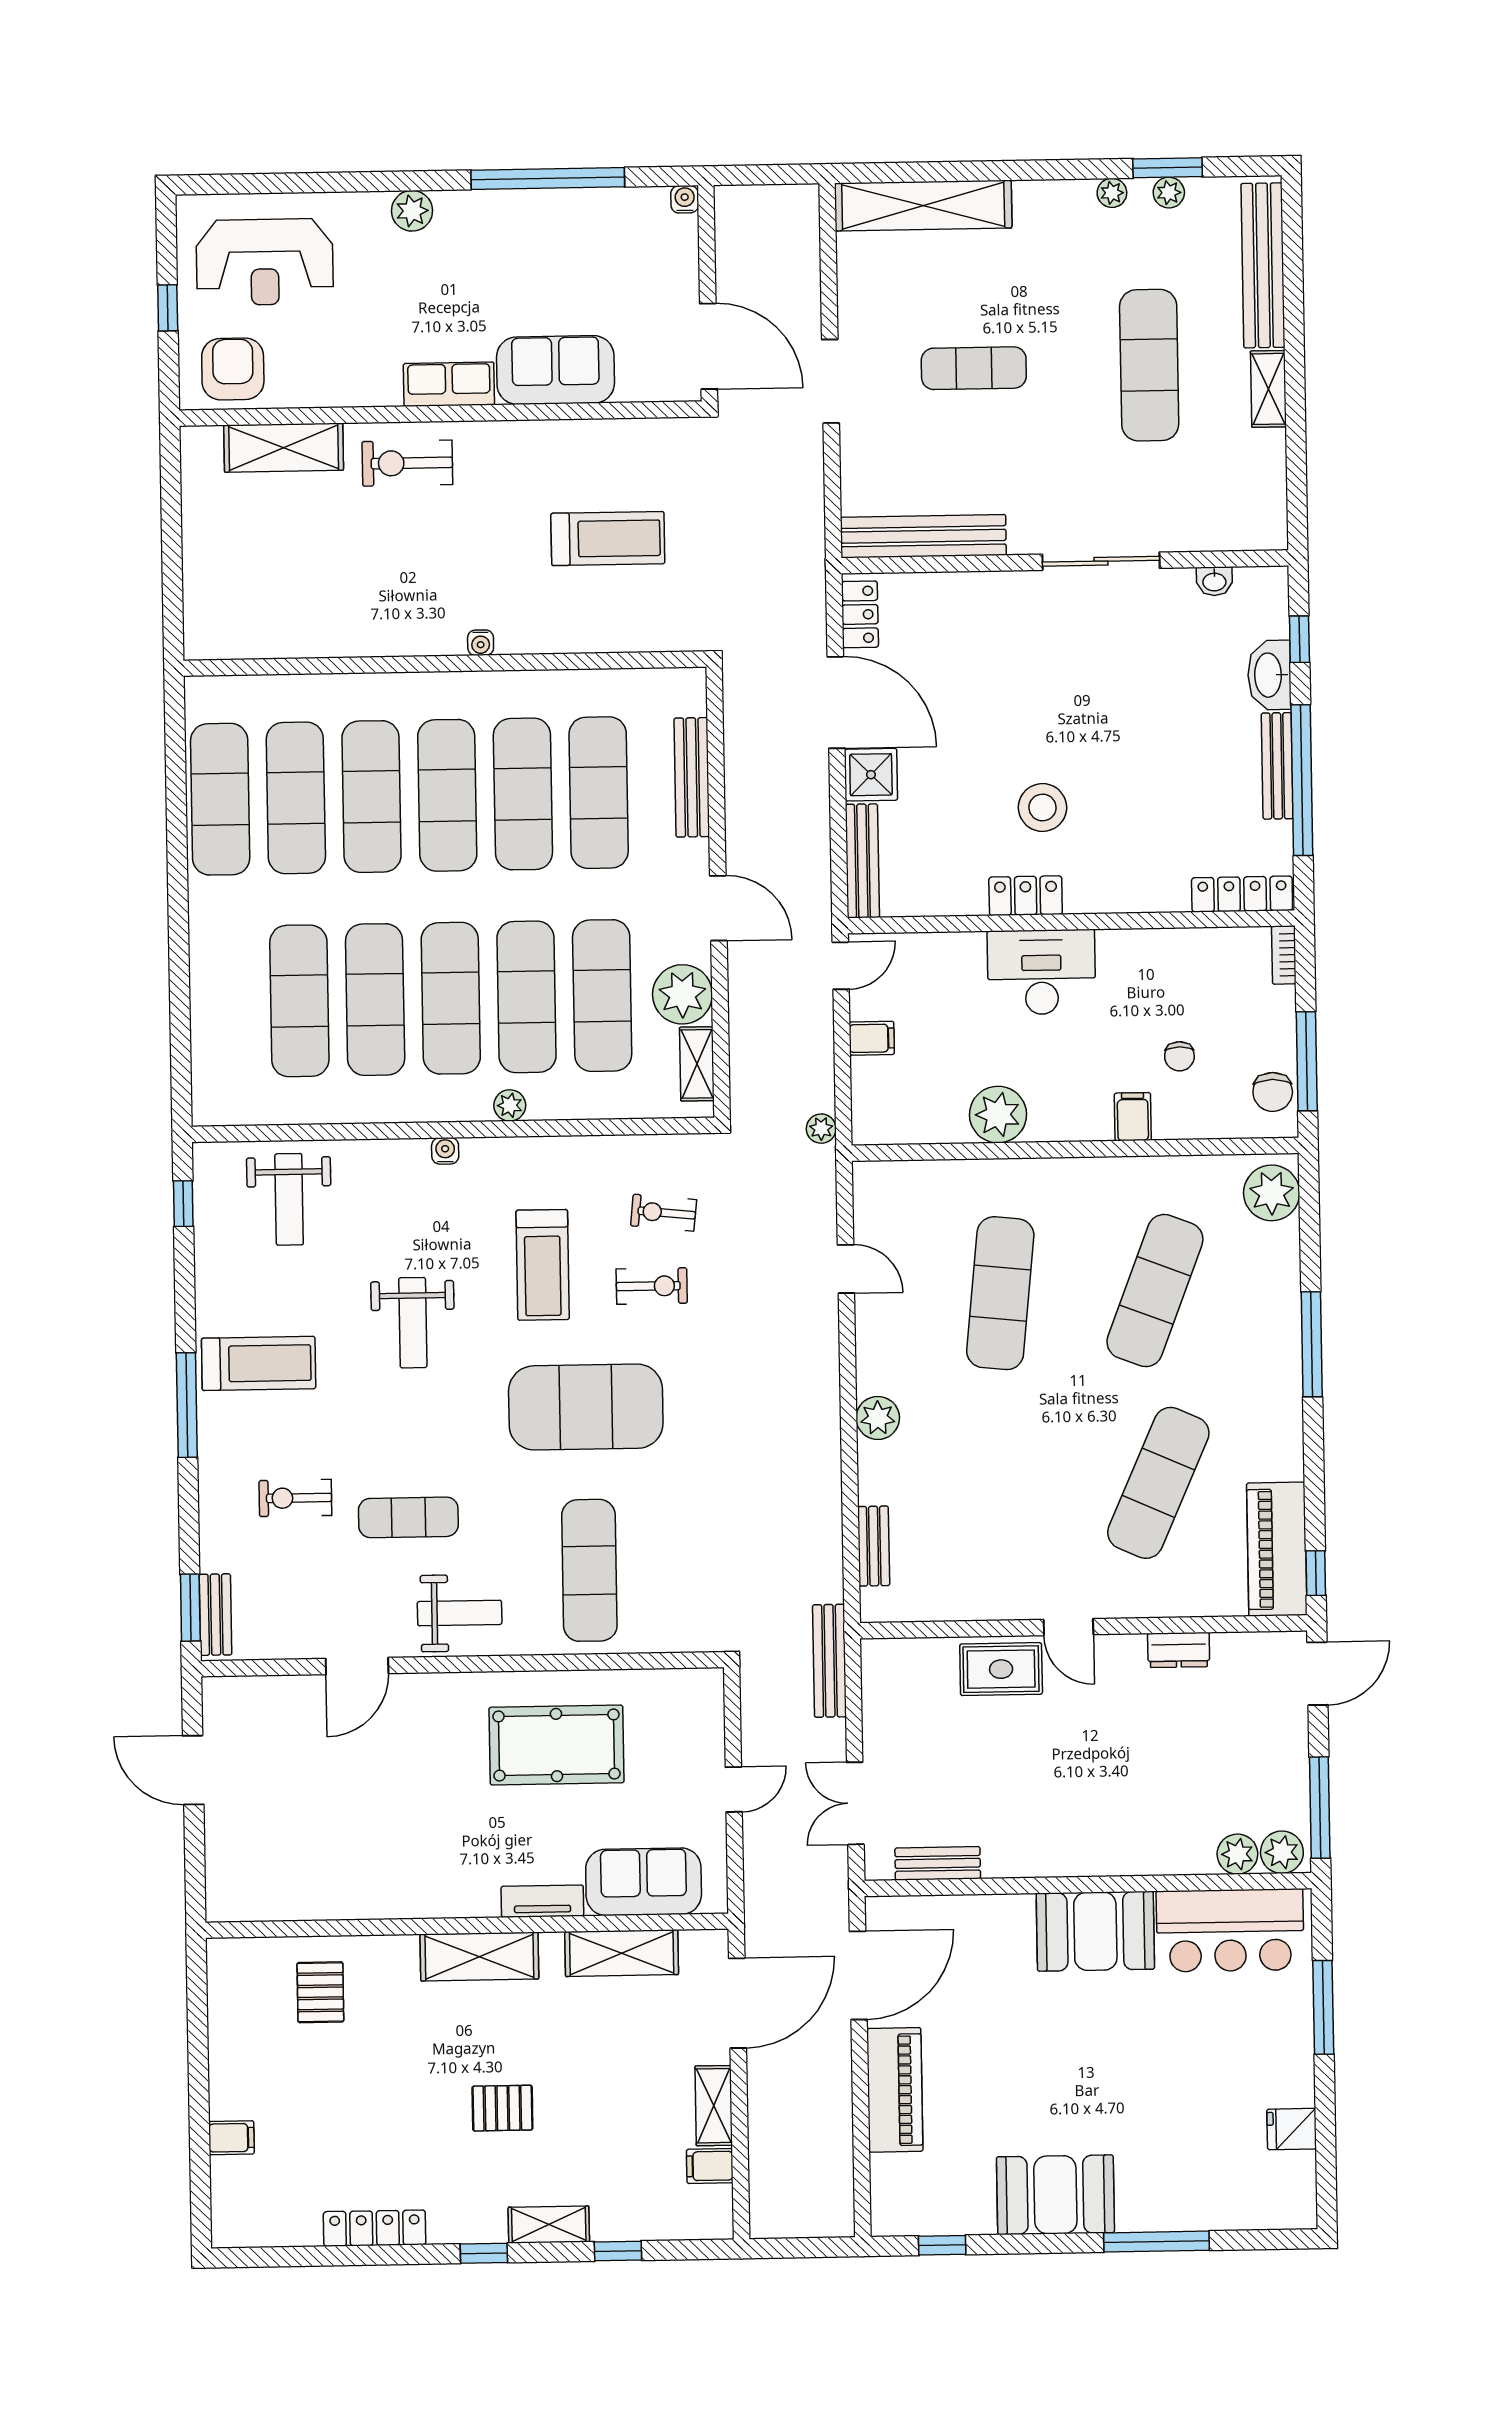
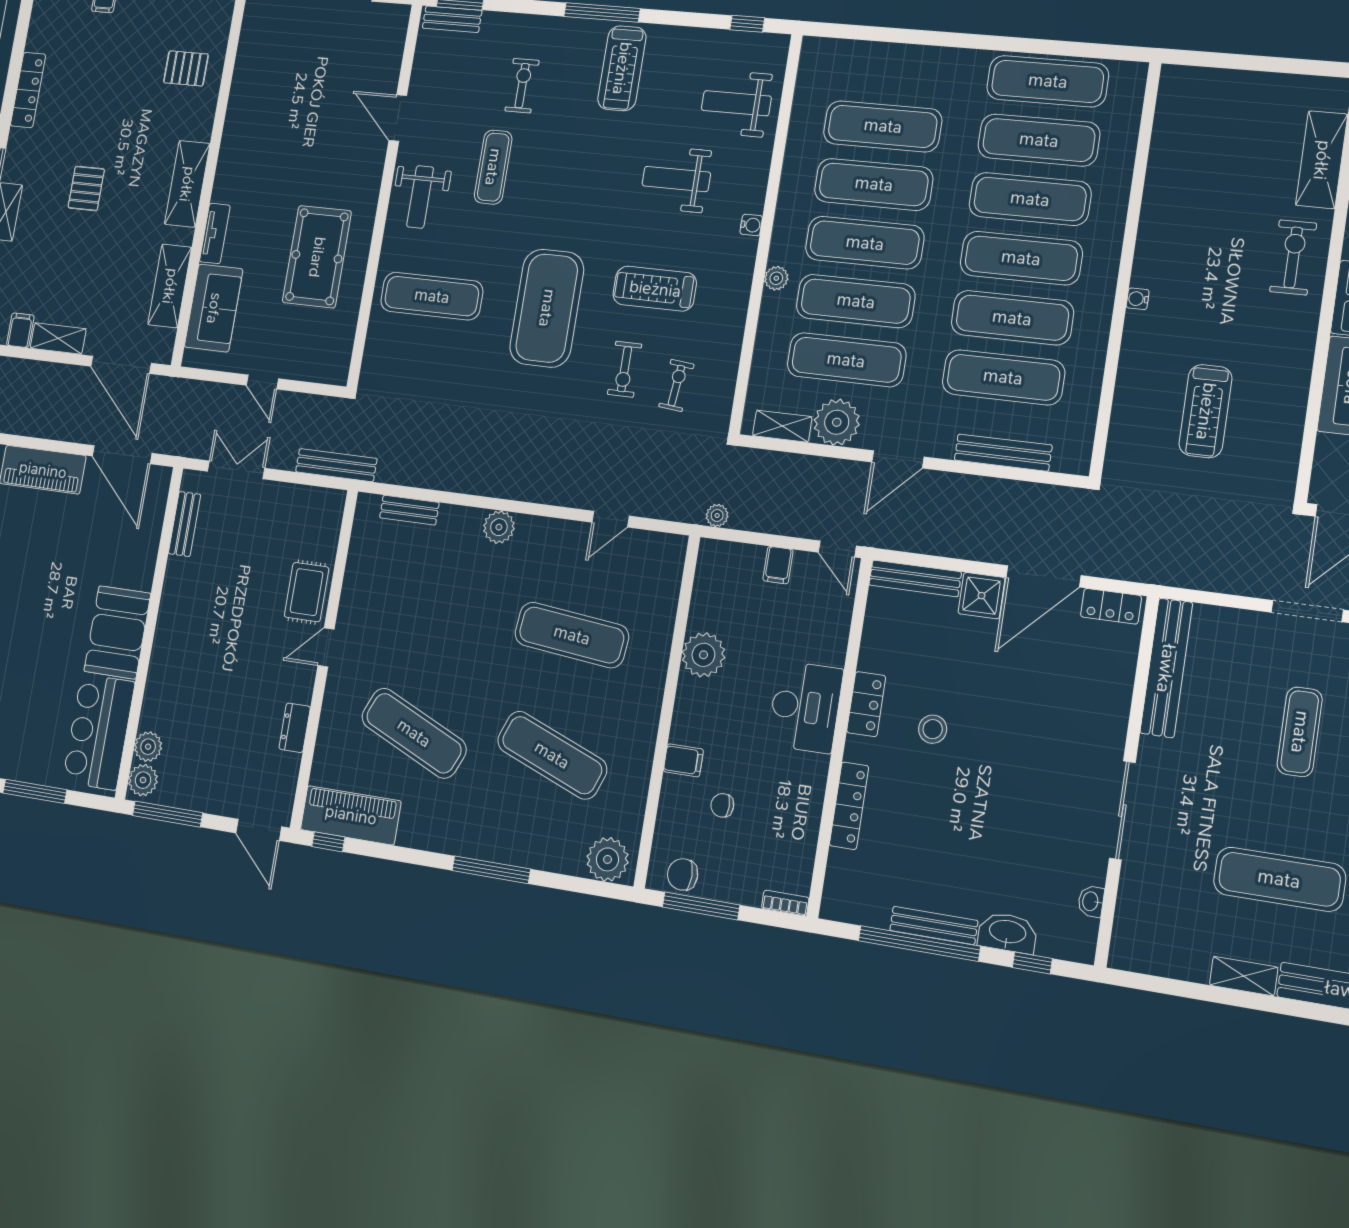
stool: (1042, 807) -> (933, 729), width x0.73, depth x0.73
locker: (1242, 894) -> (849, 806), moved
weight bench: (413, 1323) -> (676, 179), moved

